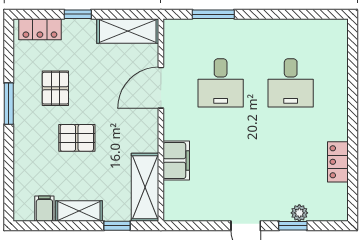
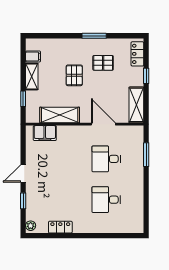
filing cabinet: (176, 161) -> (45, 133), moved
shelving: (145, 187) -> (60, 115), moved
plant: (299, 213) -> (31, 226), moved

